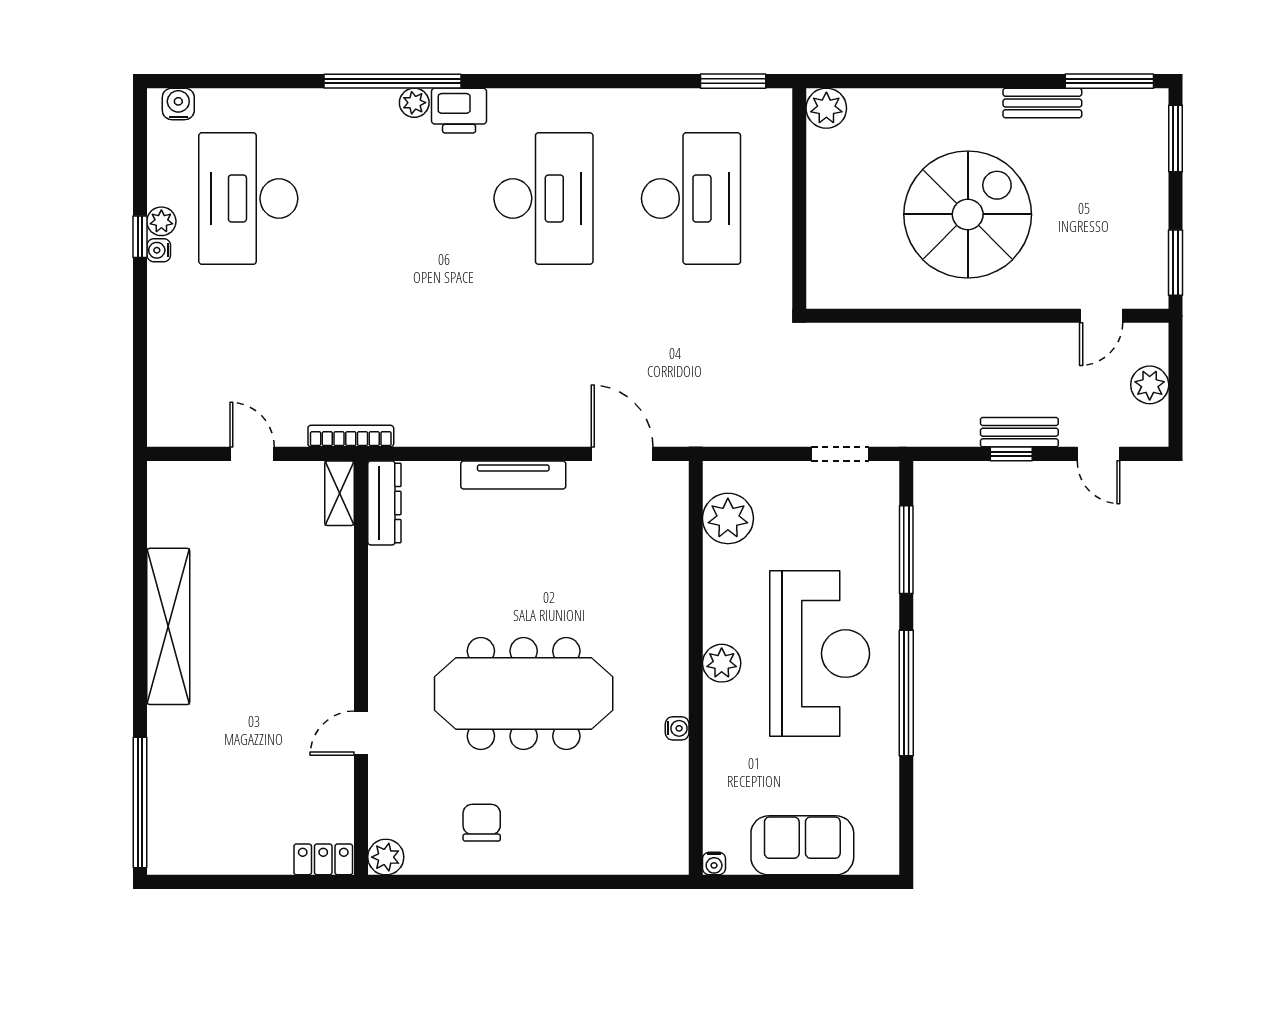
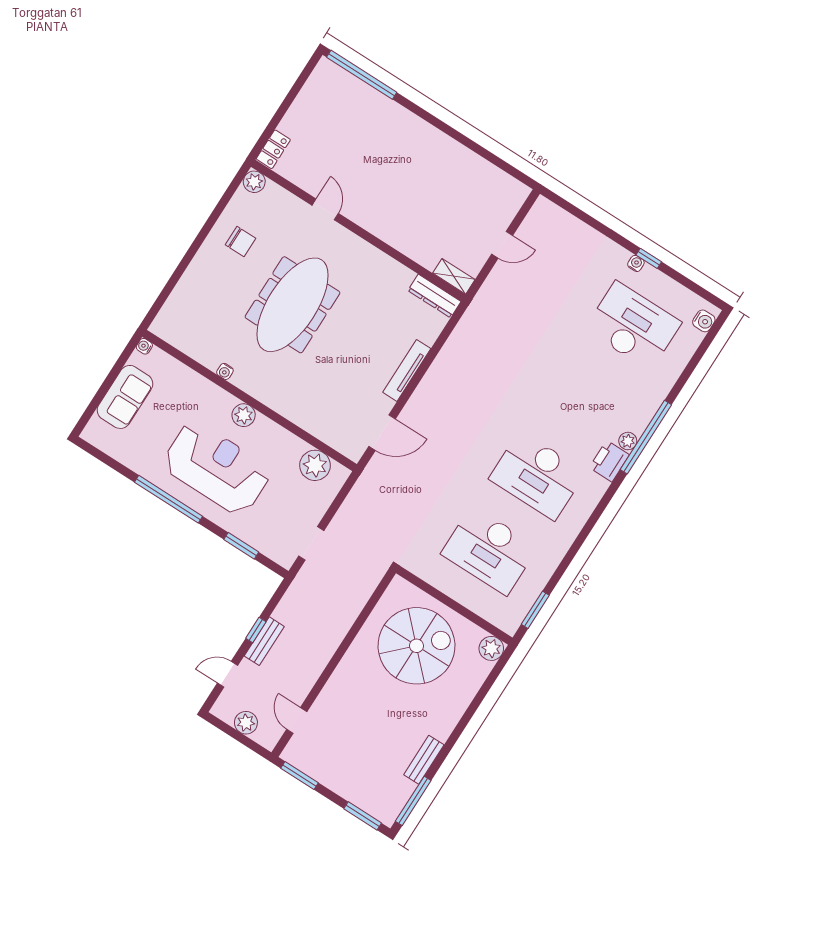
spiral stairs: (968, 214) -> (416, 646), moved, turned -90
plant: (161, 221) -> (650, 274), removed
bookcase: (351, 436) -> (479, 301), removed
window: (906, 550) -> (241, 546), width x0.69
shelving: (168, 626) -> (442, 146), removed
reception desk: (820, 654) -> (217, 468), turned 180

